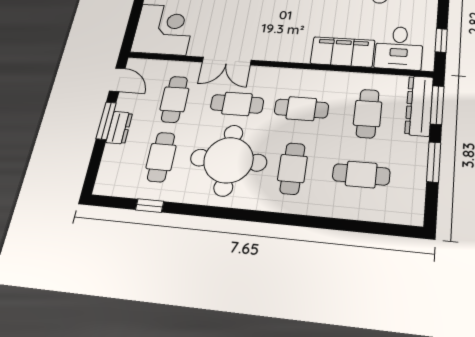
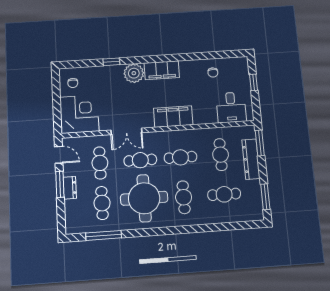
window: (441, 40) -> (253, 82), moved
filing cabinet: (343, 52) -> (173, 117), moved
dresser: (419, 106) -> (251, 159), moved
window: (434, 162) -> (265, 197), moved
window: (150, 206) -> (104, 235), width x2.17

